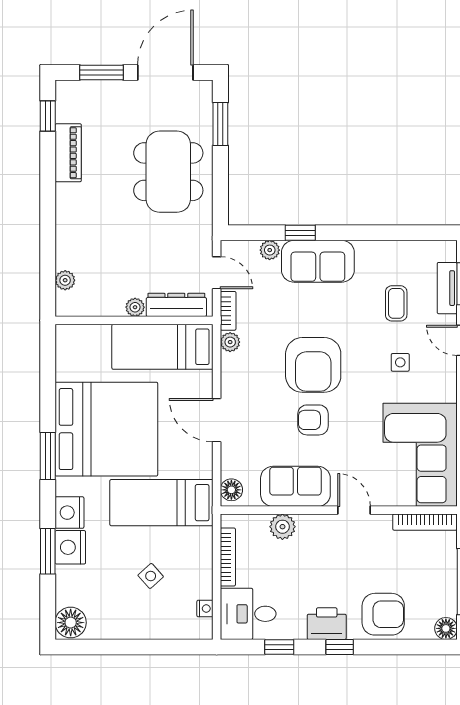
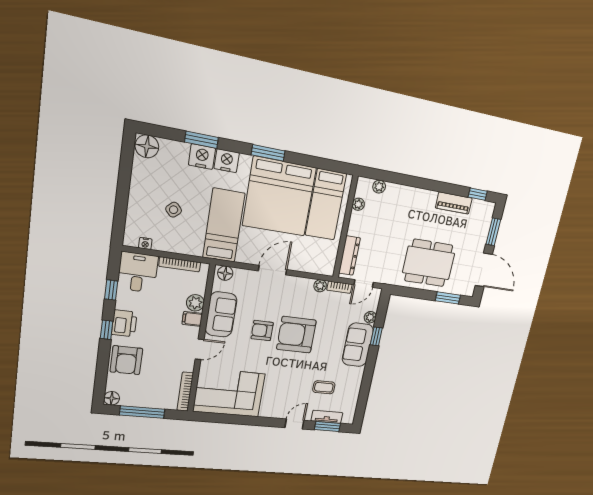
plant: (135, 307) -> (358, 204), moved
bed: (162, 347) -> (326, 204), moved, turned 180
side table: (400, 362) -> (288, 386), removed
armchair: (313, 420) -> (262, 331), turned -90
filing cabinet: (308, 528) -> (192, 319), added

